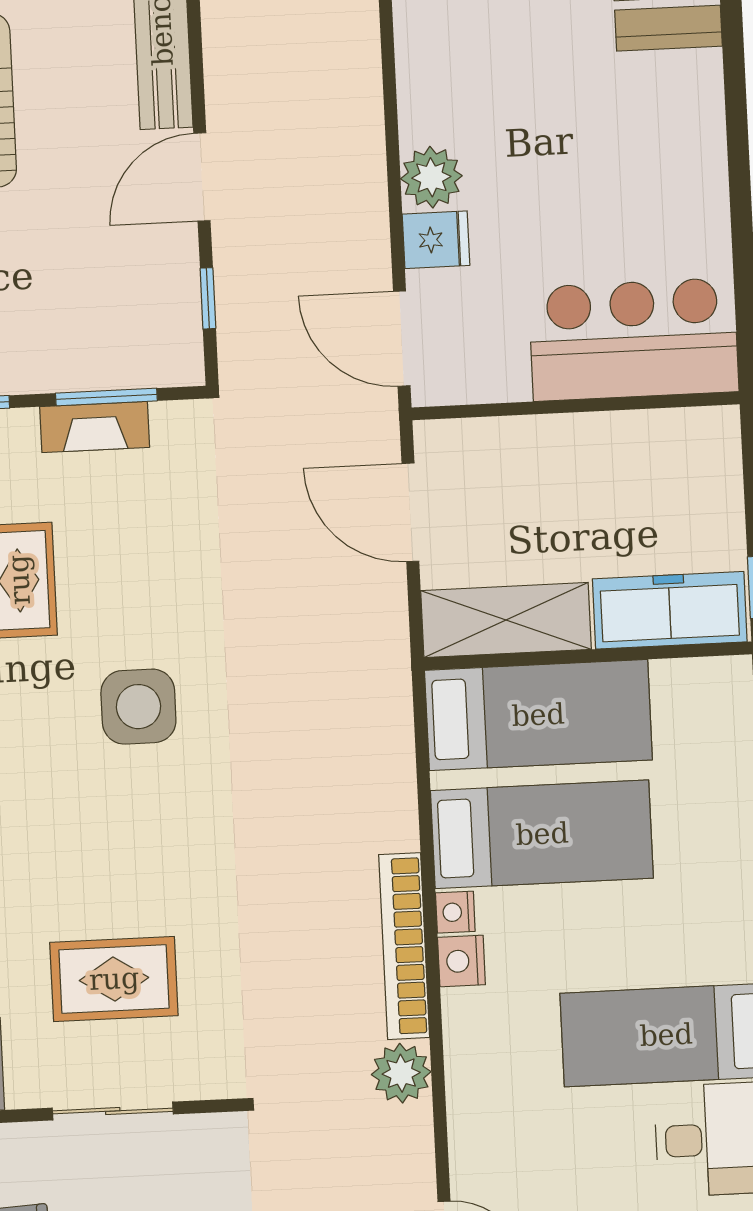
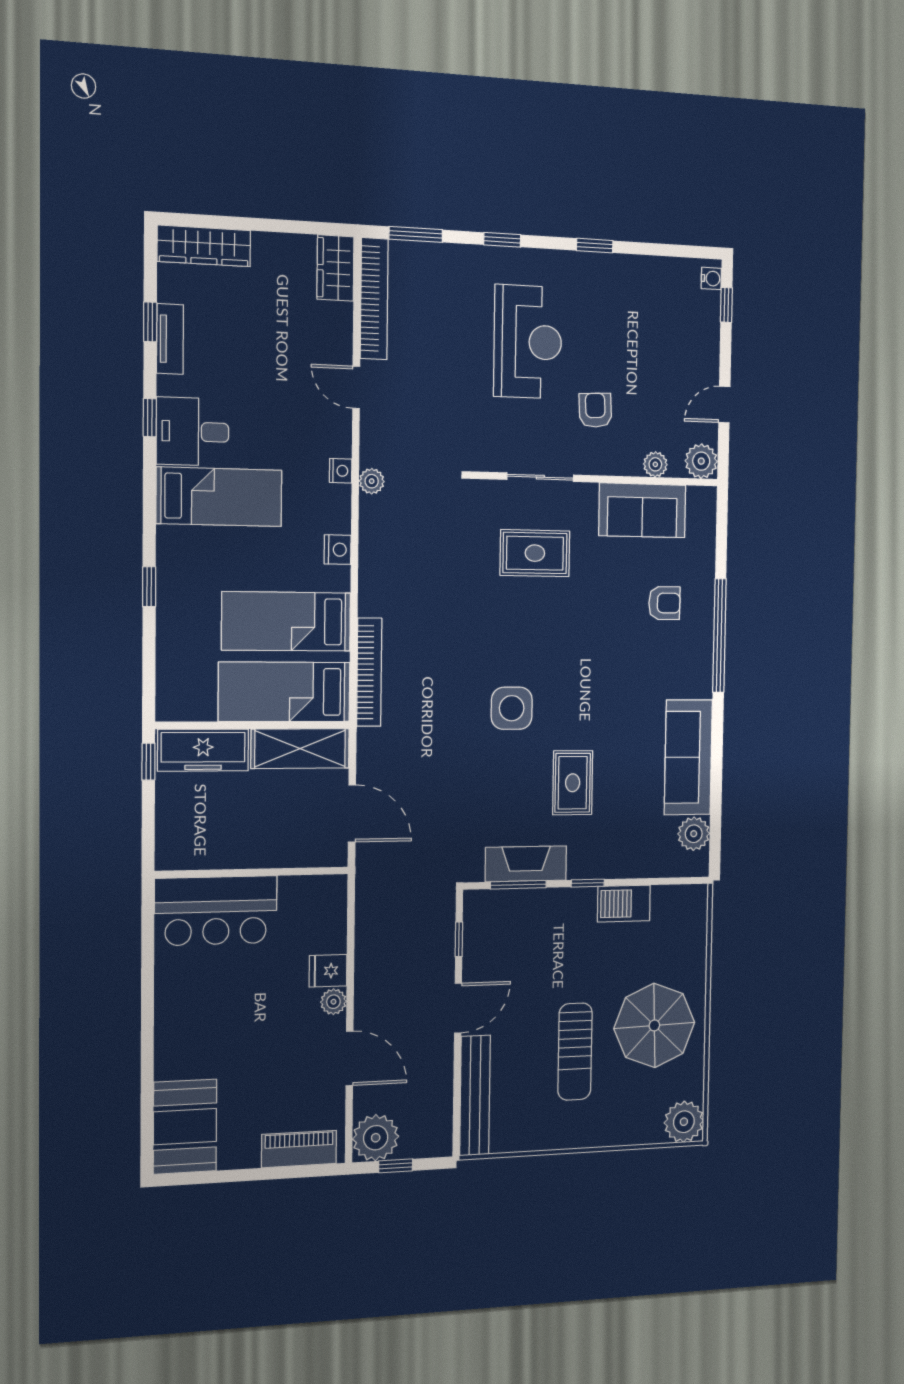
plant: (431, 177) -> (333, 1002), width x0.73, depth x0.73
door: (402, 339) -> (349, 1058), moved
fireplace: (95, 427) -> (526, 864), width x1.37, depth x1.32
nightstand: (455, 912) -> (341, 471), moved
bookcase: (404, 946) -> (369, 672), moved
plant: (401, 1073) -> (372, 481), width x0.73, depth x0.73

